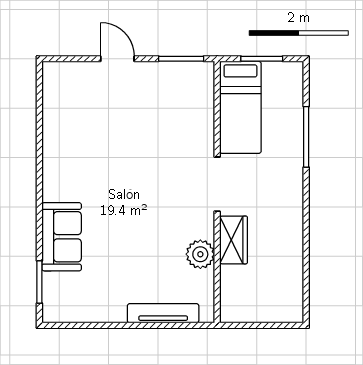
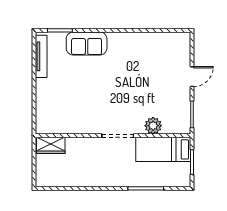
wardrobe: (233, 240) -> (51, 145), moved
plant: (200, 254) -> (153, 126), moved
tv unit: (163, 313) -> (41, 56), moved

